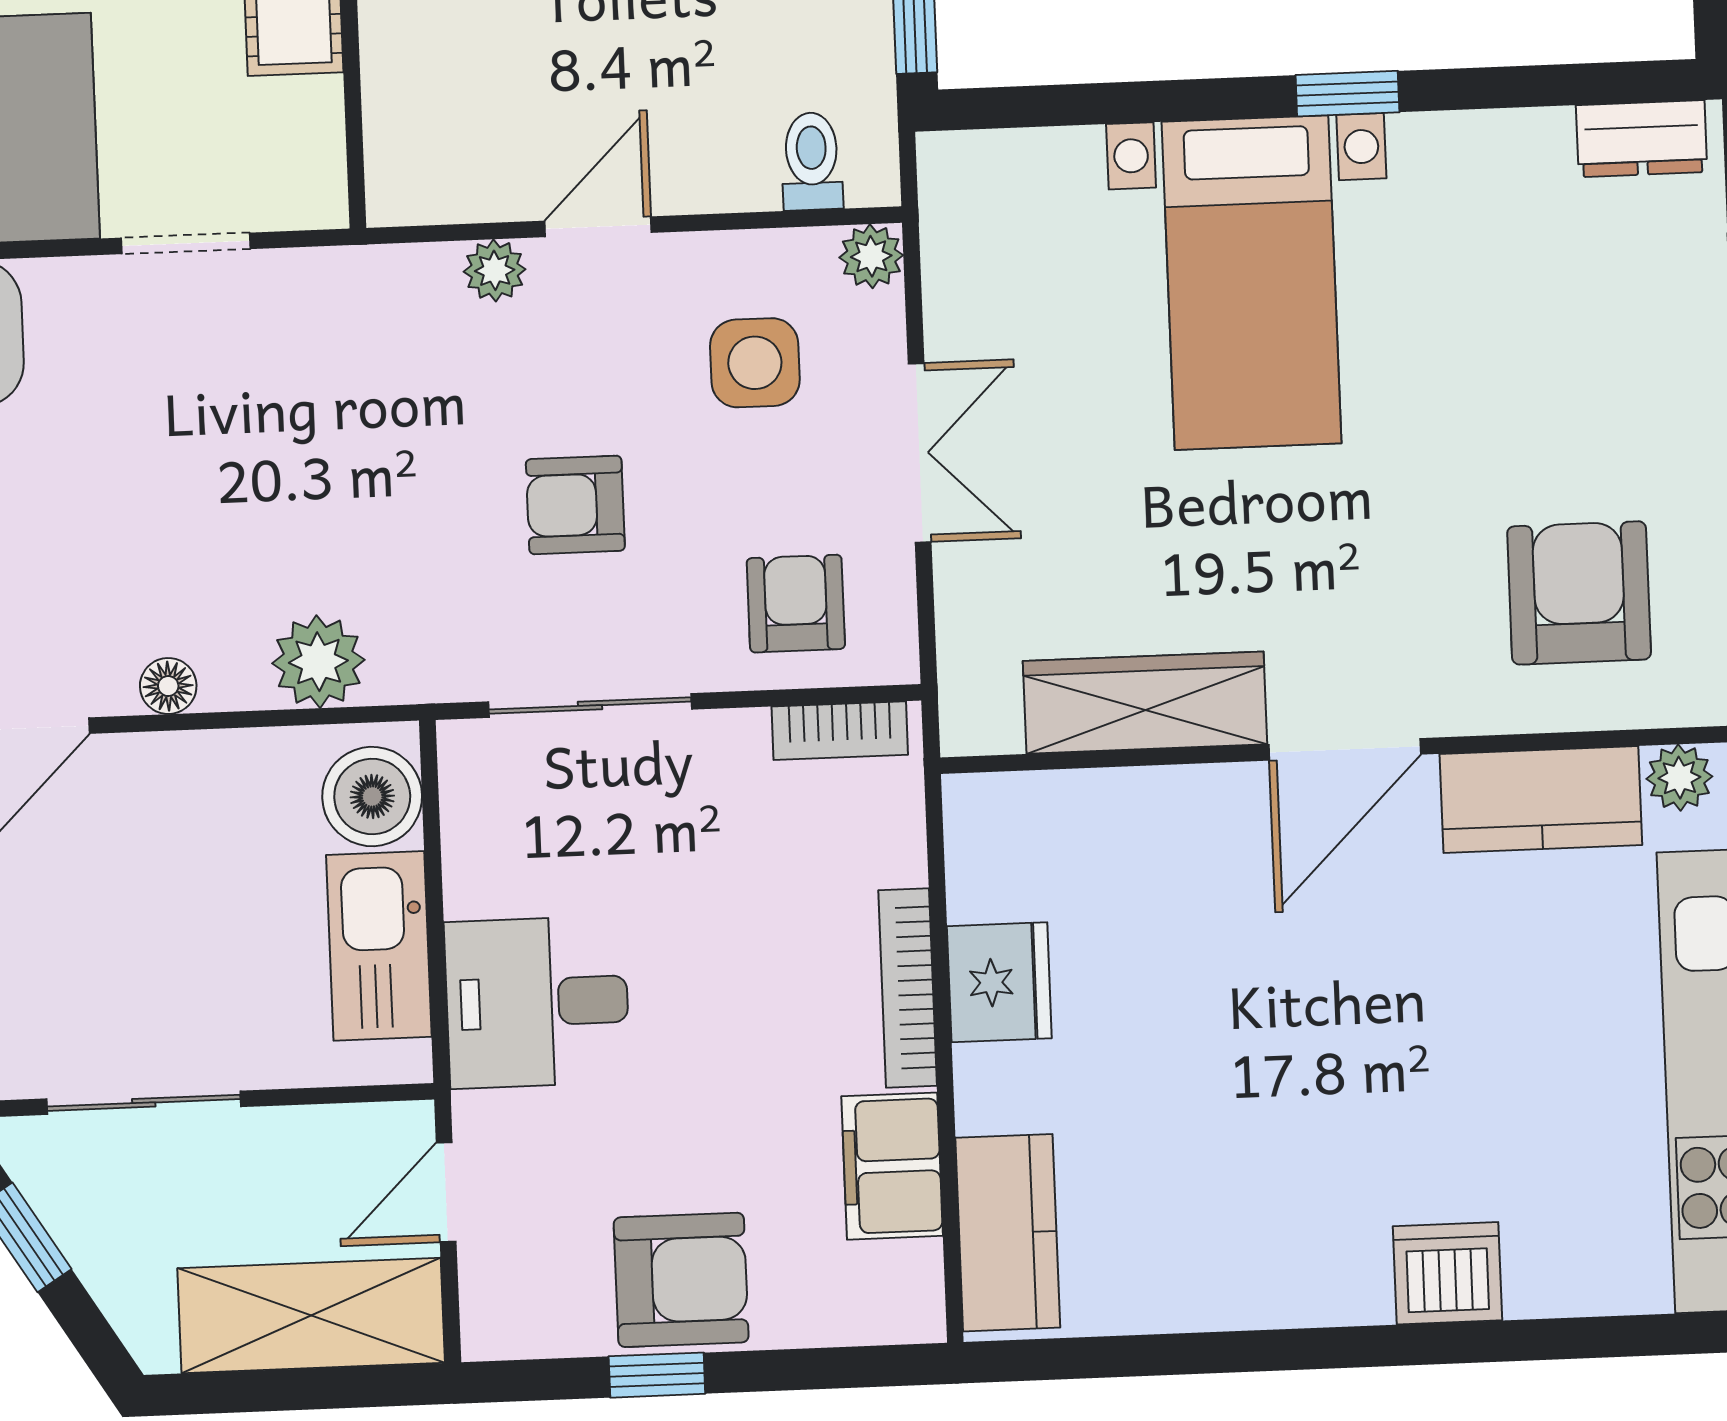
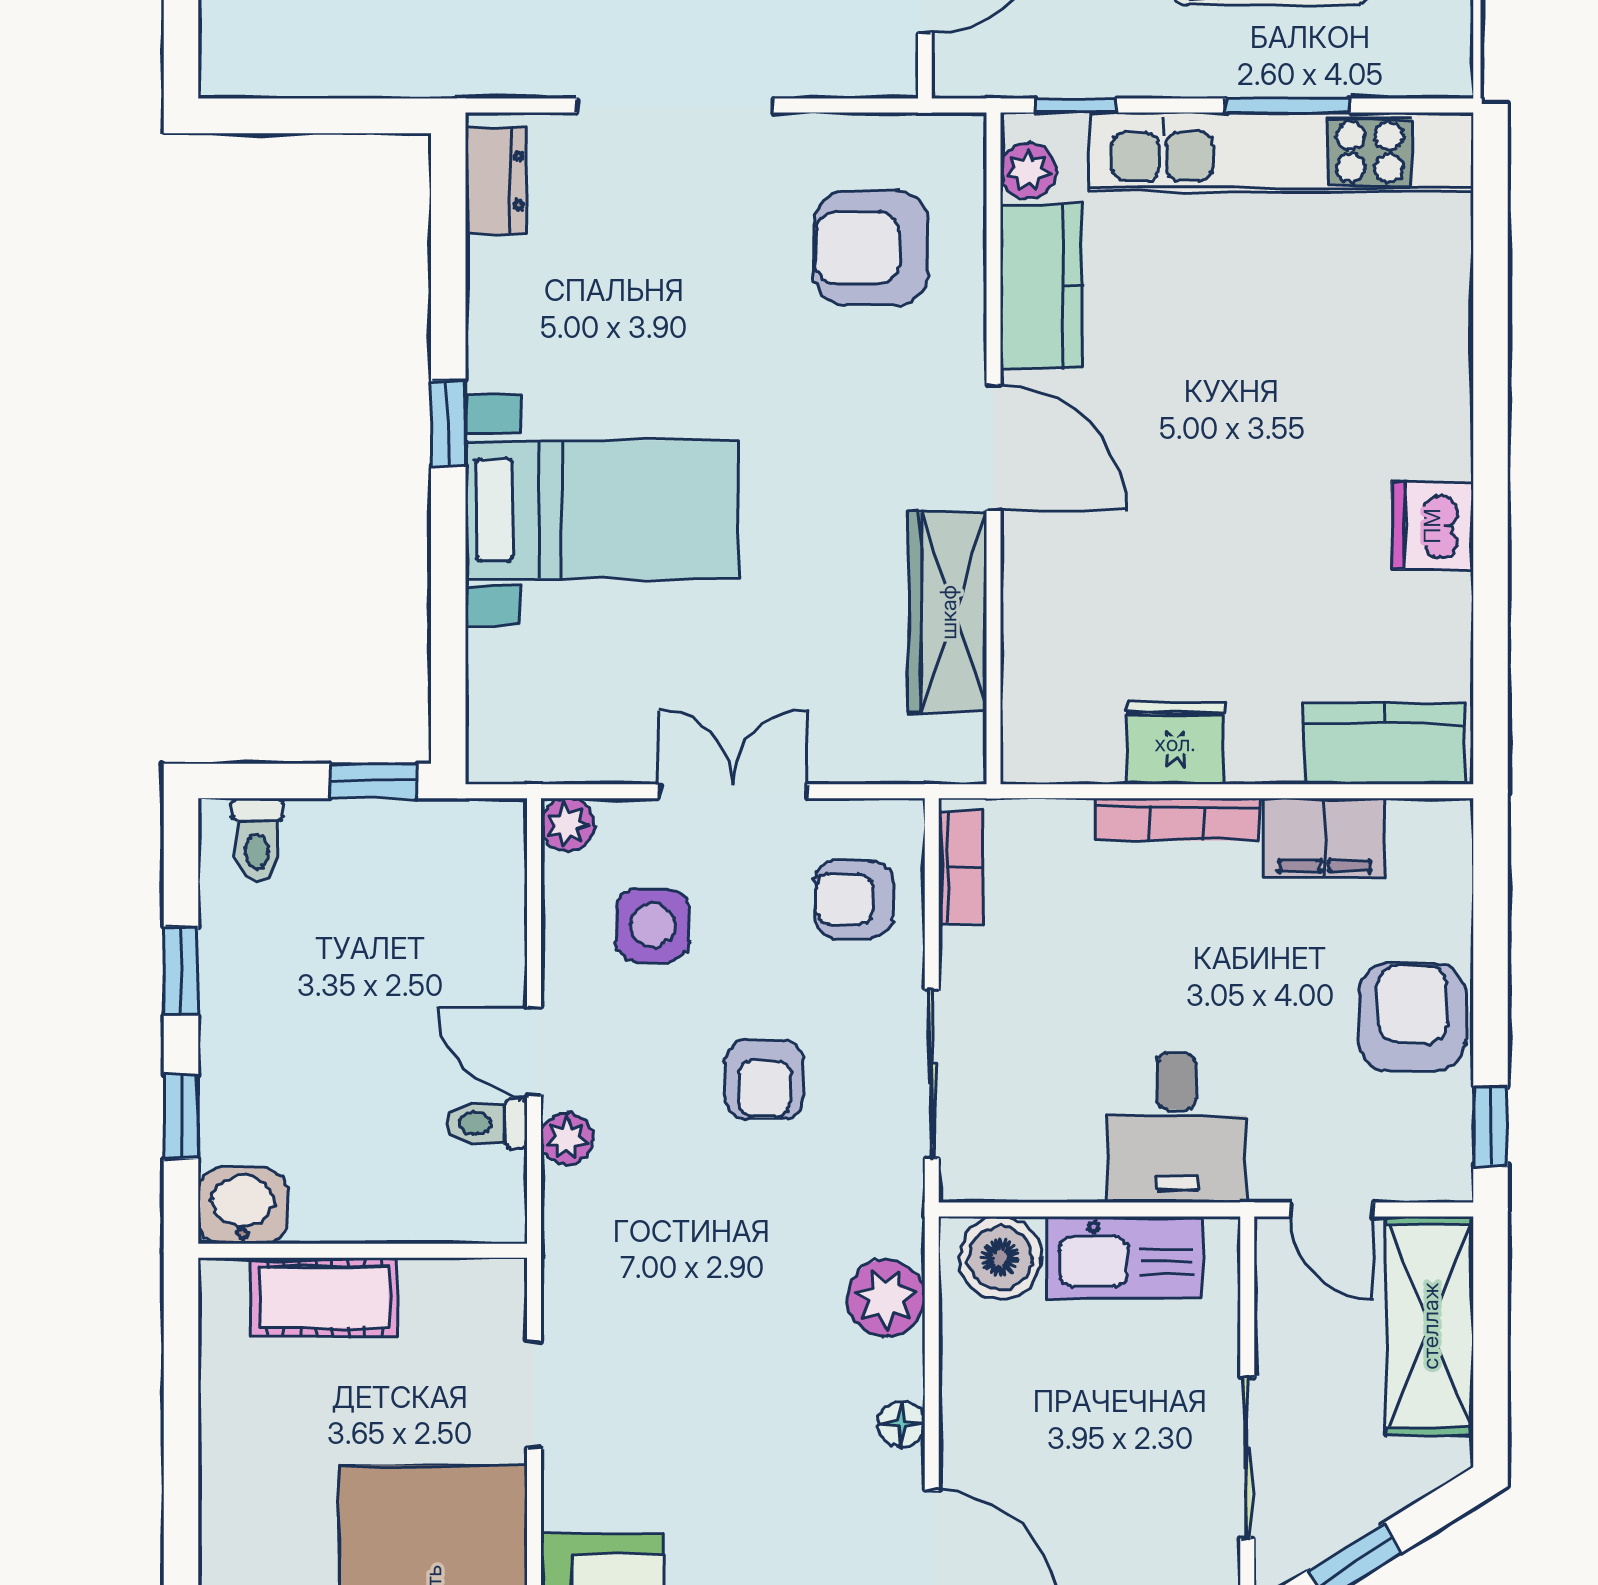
toilet: (812, 161) -> (487, 1123), moved
dishwasher: (1447, 1273) -> (1432, 526), moved
window: (657, 1375) -> (1491, 1126), moved

